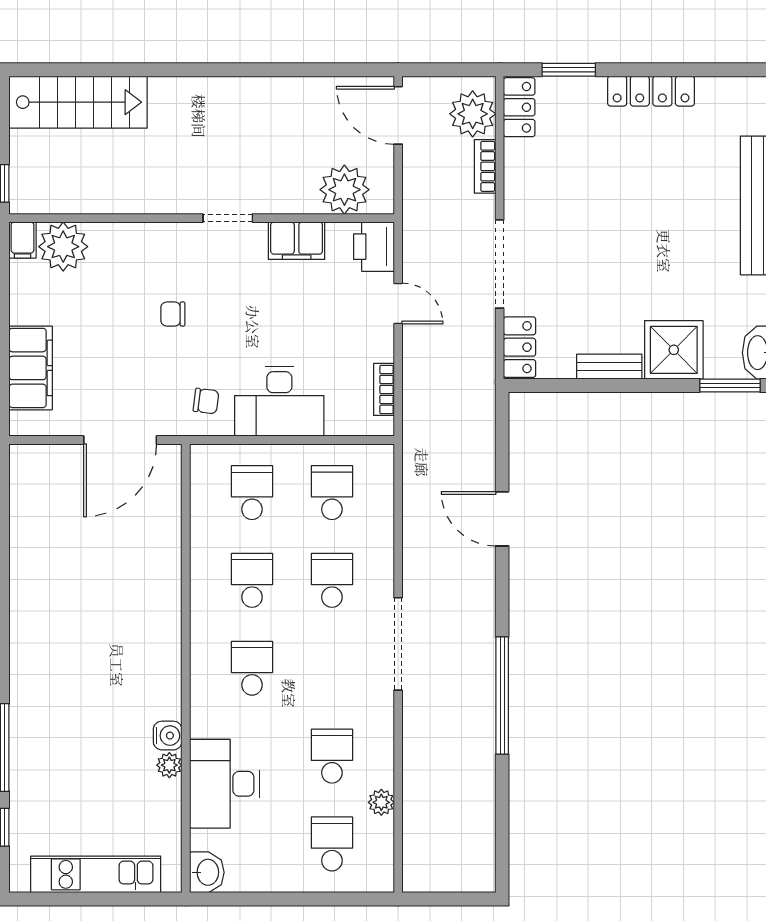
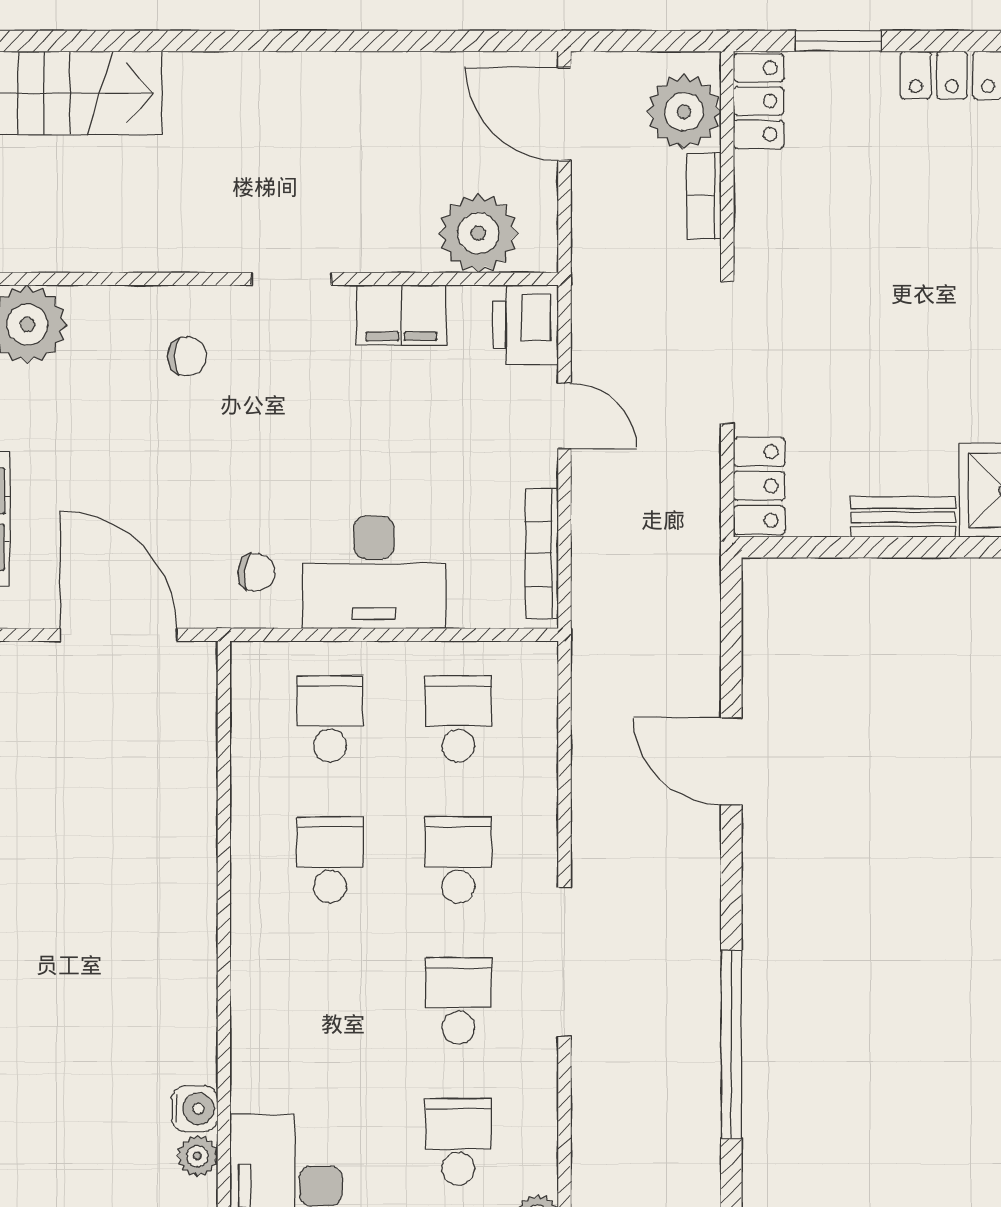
chair: (173, 314) -> (187, 356), moved, turned 180
bookcase: (384, 389) -> (542, 554), width x1.56
door: (120, 440) -> (119, 635), swing flipped
school desk: (252, 668) -> (458, 1001), moved

